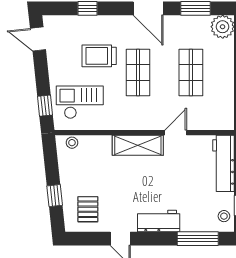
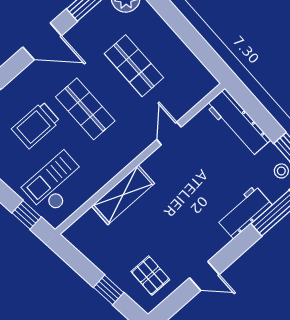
stool: (72, 143) -> (81, 227), removed
shelving: (138, 145) -> (123, 195), moved
workbench: (159, 221) -> (244, 212), moved

